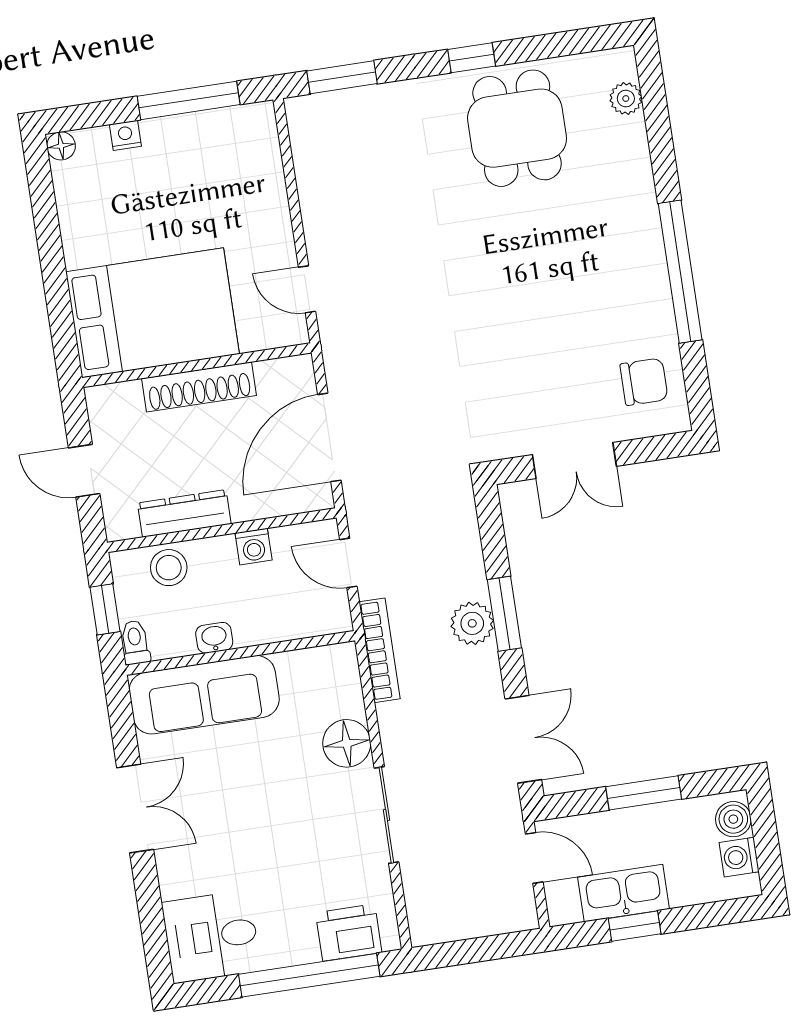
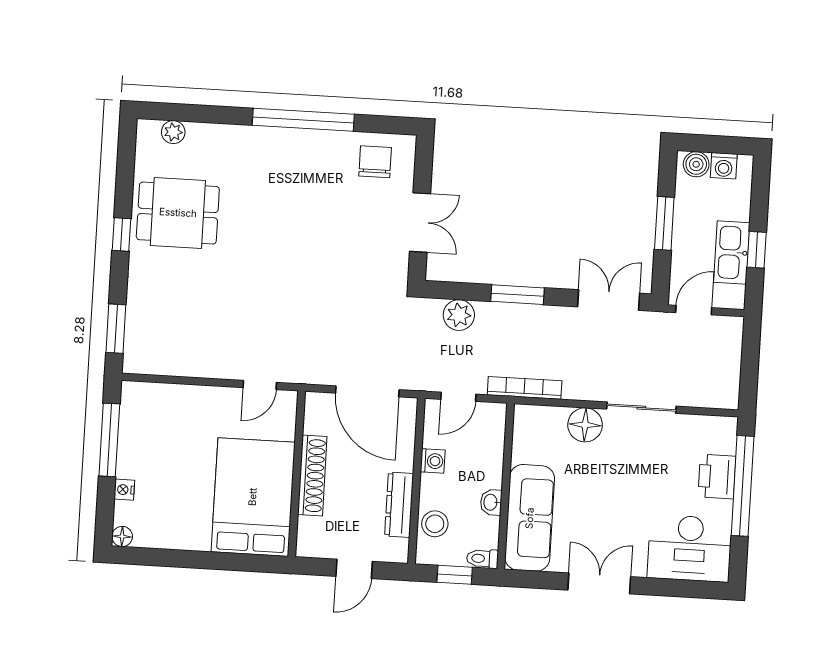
plant: (472, 623) -> (459, 315), moved
printer: (349, 933) -> (717, 477), moved
desk: (211, 937) -> (690, 548), width x1.37

